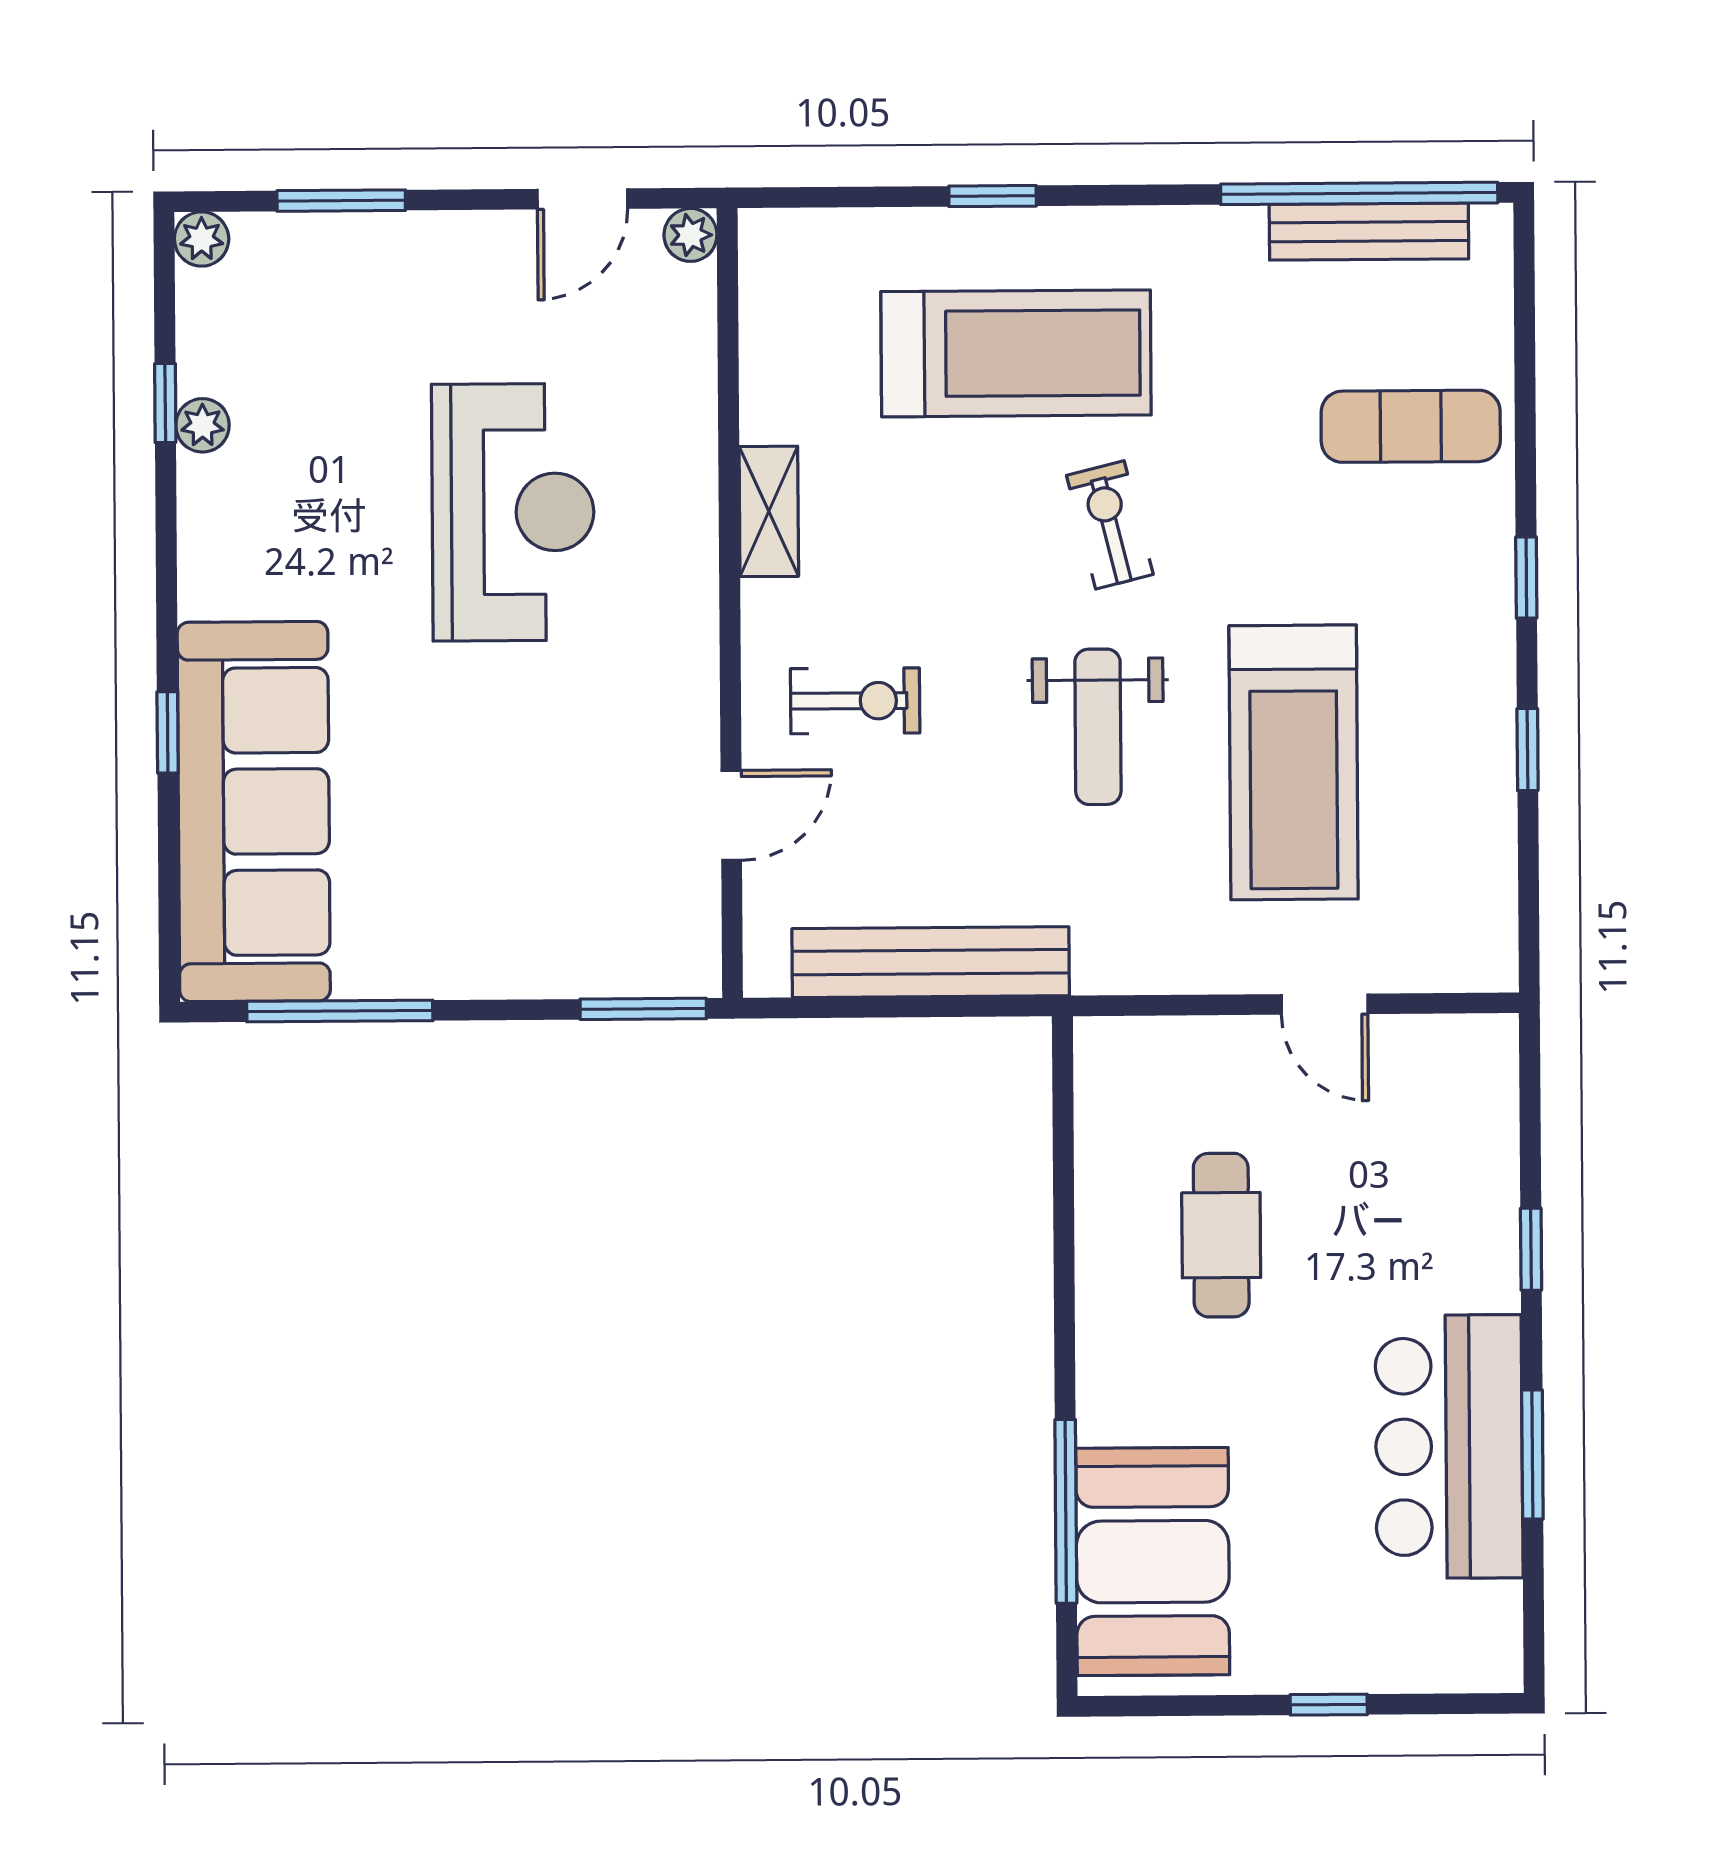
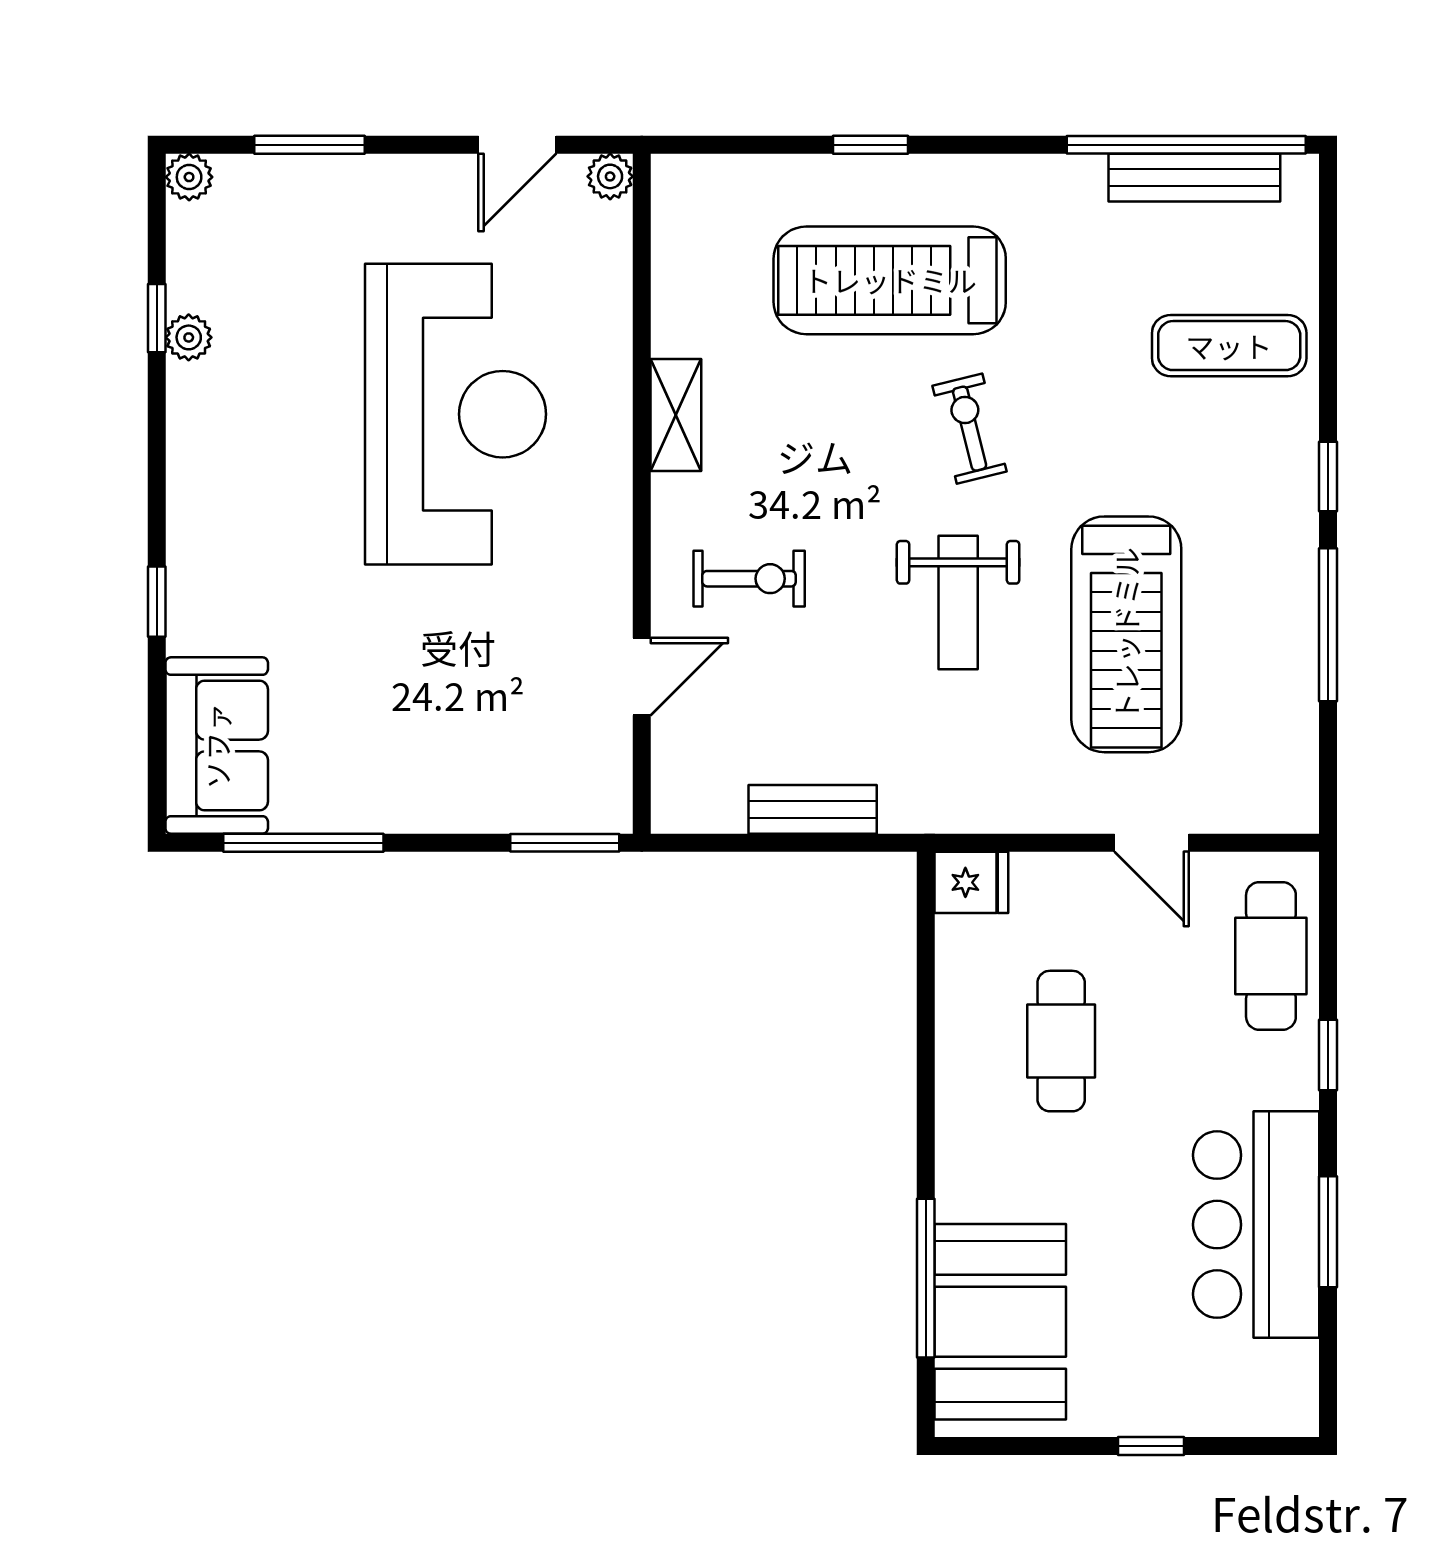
treadmill: (1016, 353) -> (890, 280), turned 180
reception desk: (513, 512) -> (456, 414), width x1.36, depth x1.30
window: (1528, 750) -> (1328, 625), width x2.17
sofa: (254, 812) -> (217, 746), width x0.54, depth x0.79
bench: (931, 962) -> (813, 809), width x0.54, depth x0.82
fridge: (1116, 1052) -> (971, 882), added
cafe table: (1464, 1135) -> (1271, 956), added

